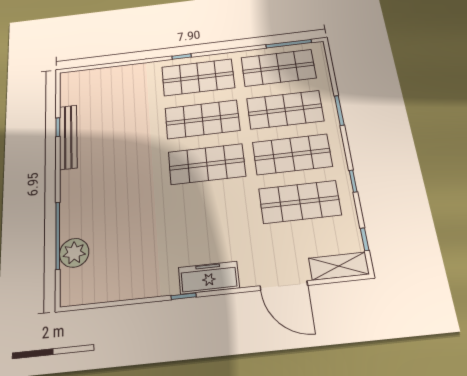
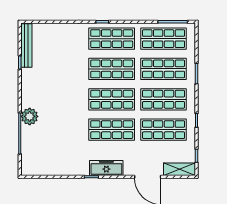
bench: (68, 137) -> (26, 45), moved
shop shelf: (212, 212) -> (112, 130), added
plant: (74, 253) -> (30, 116), moved

